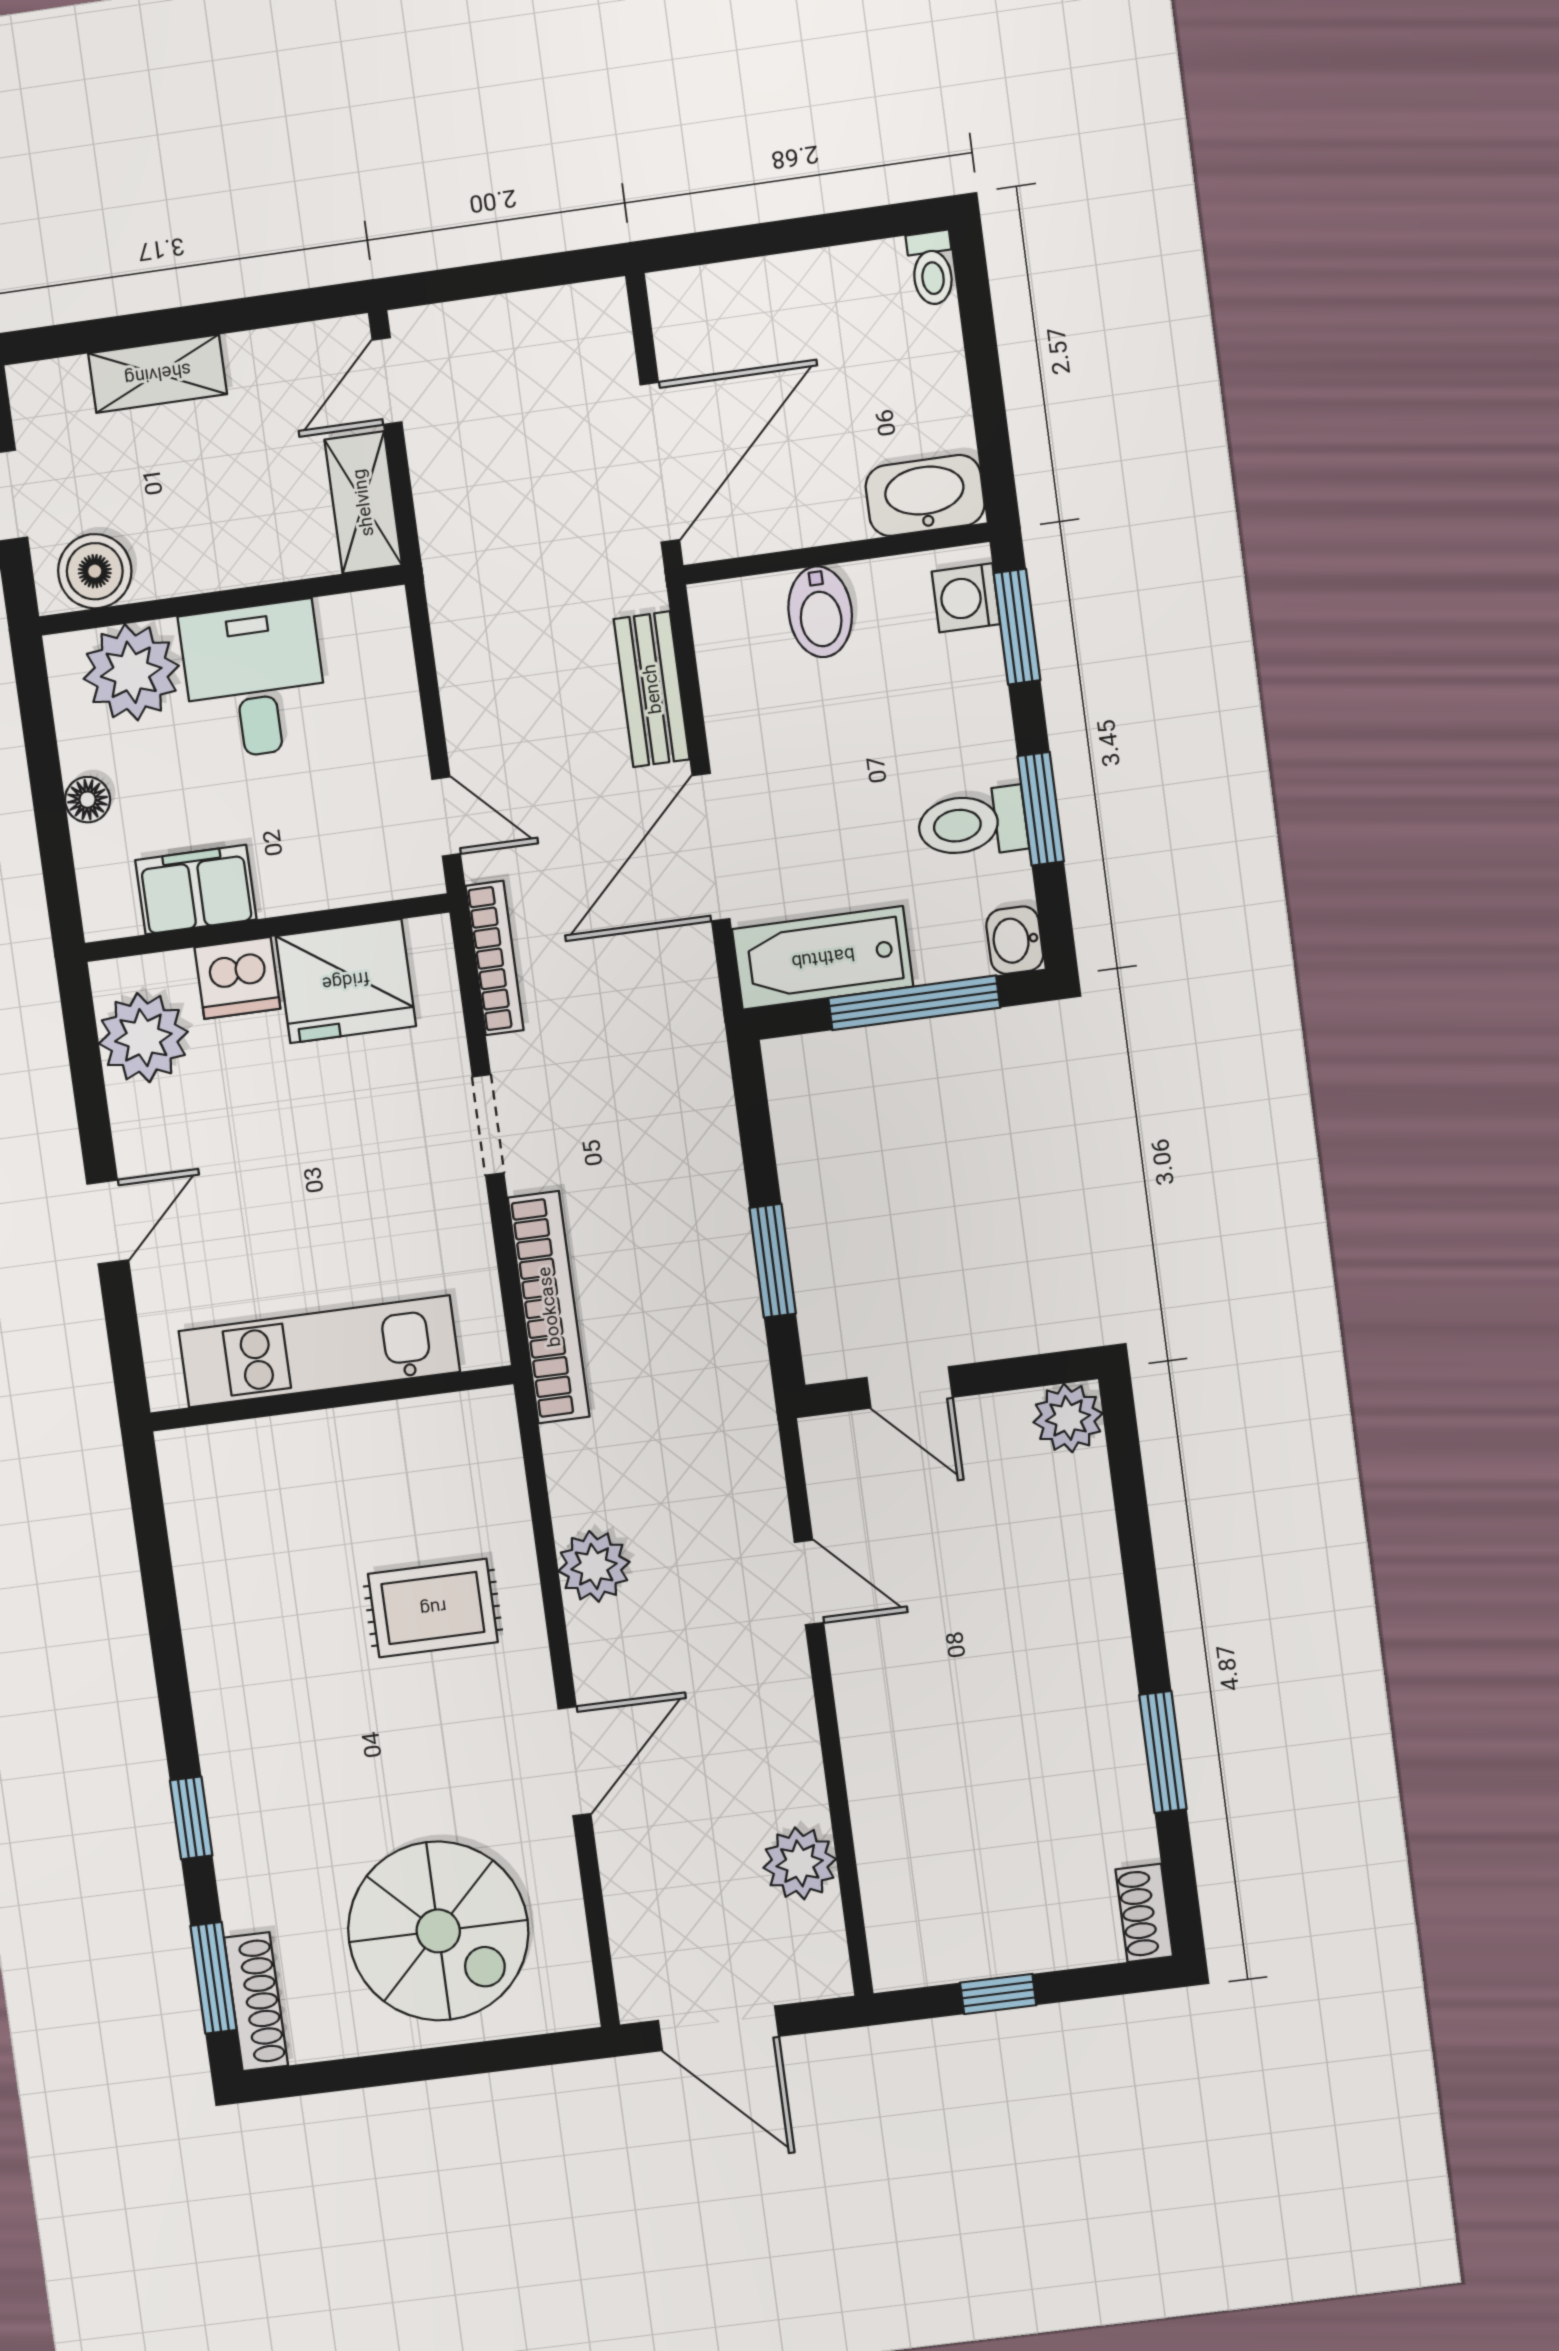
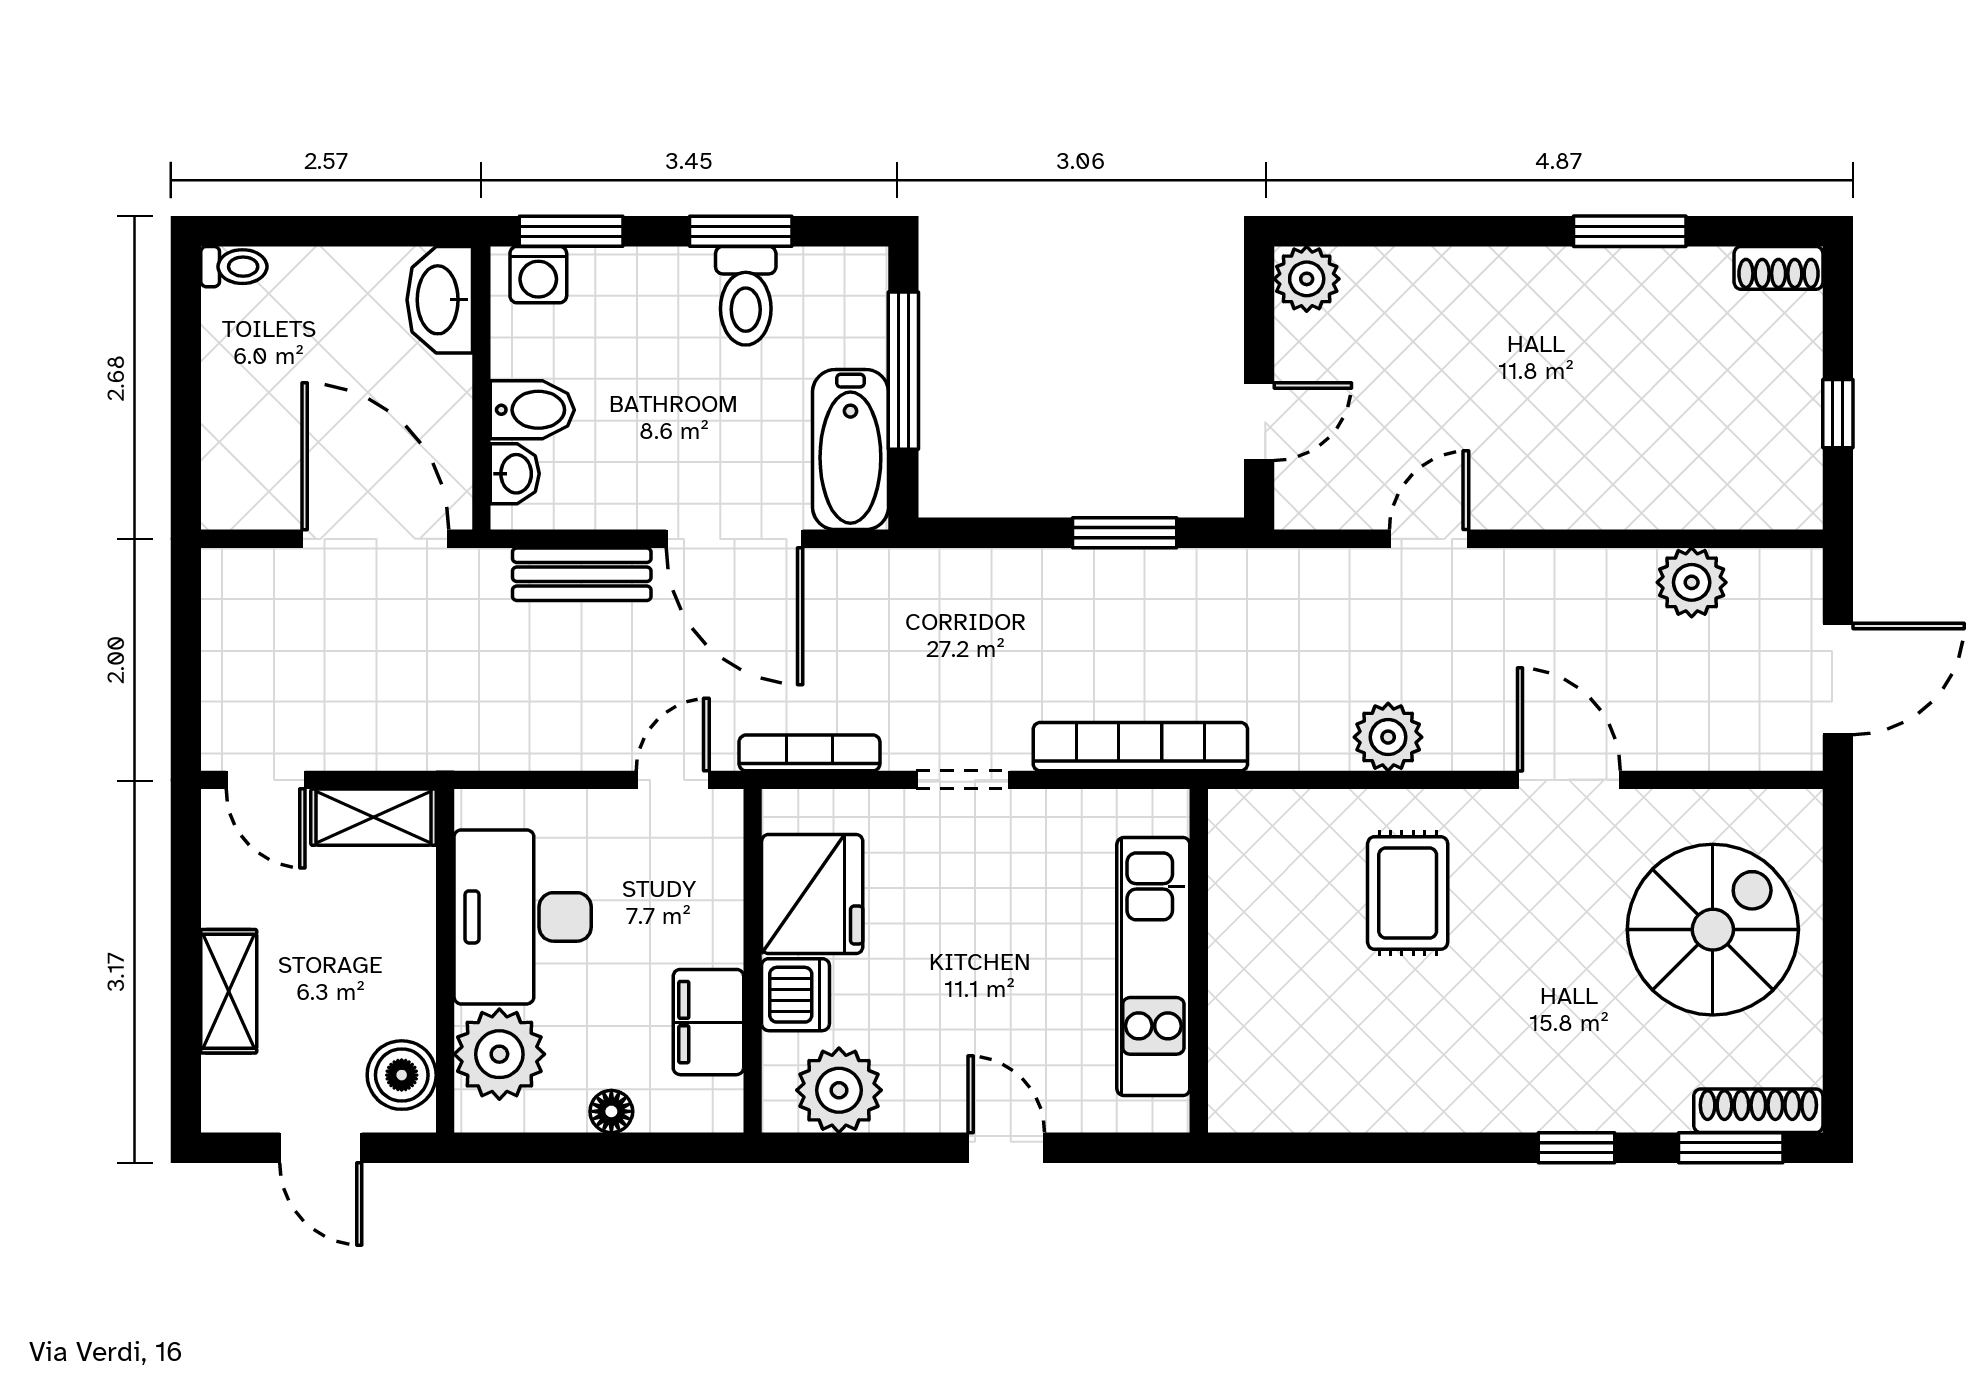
desk: (254, 680) -> (523, 917), width x1.37
washbasin: (1015, 940) -> (515, 474), moved, turned -90

